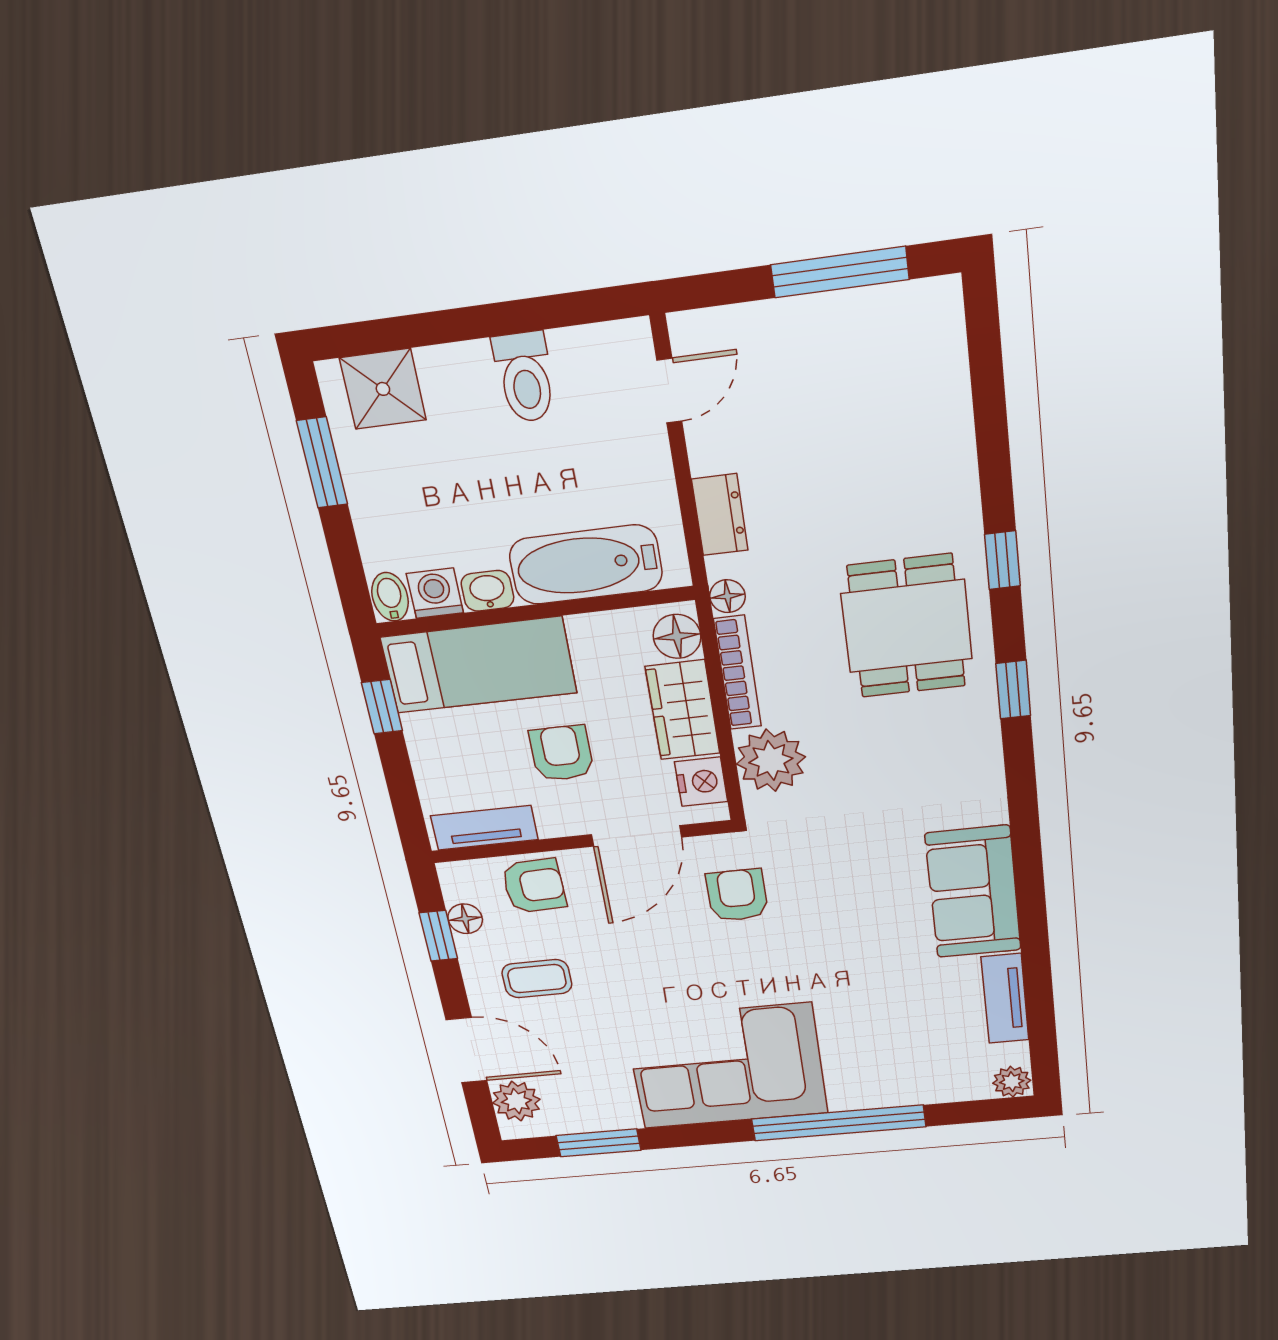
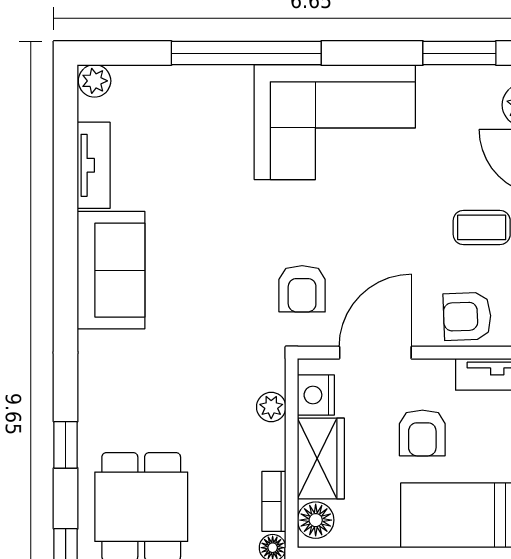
bookcase: (738, 673) -> (274, 501), width x0.64
plant: (771, 760) -> (271, 407), width x0.53, depth x0.53

